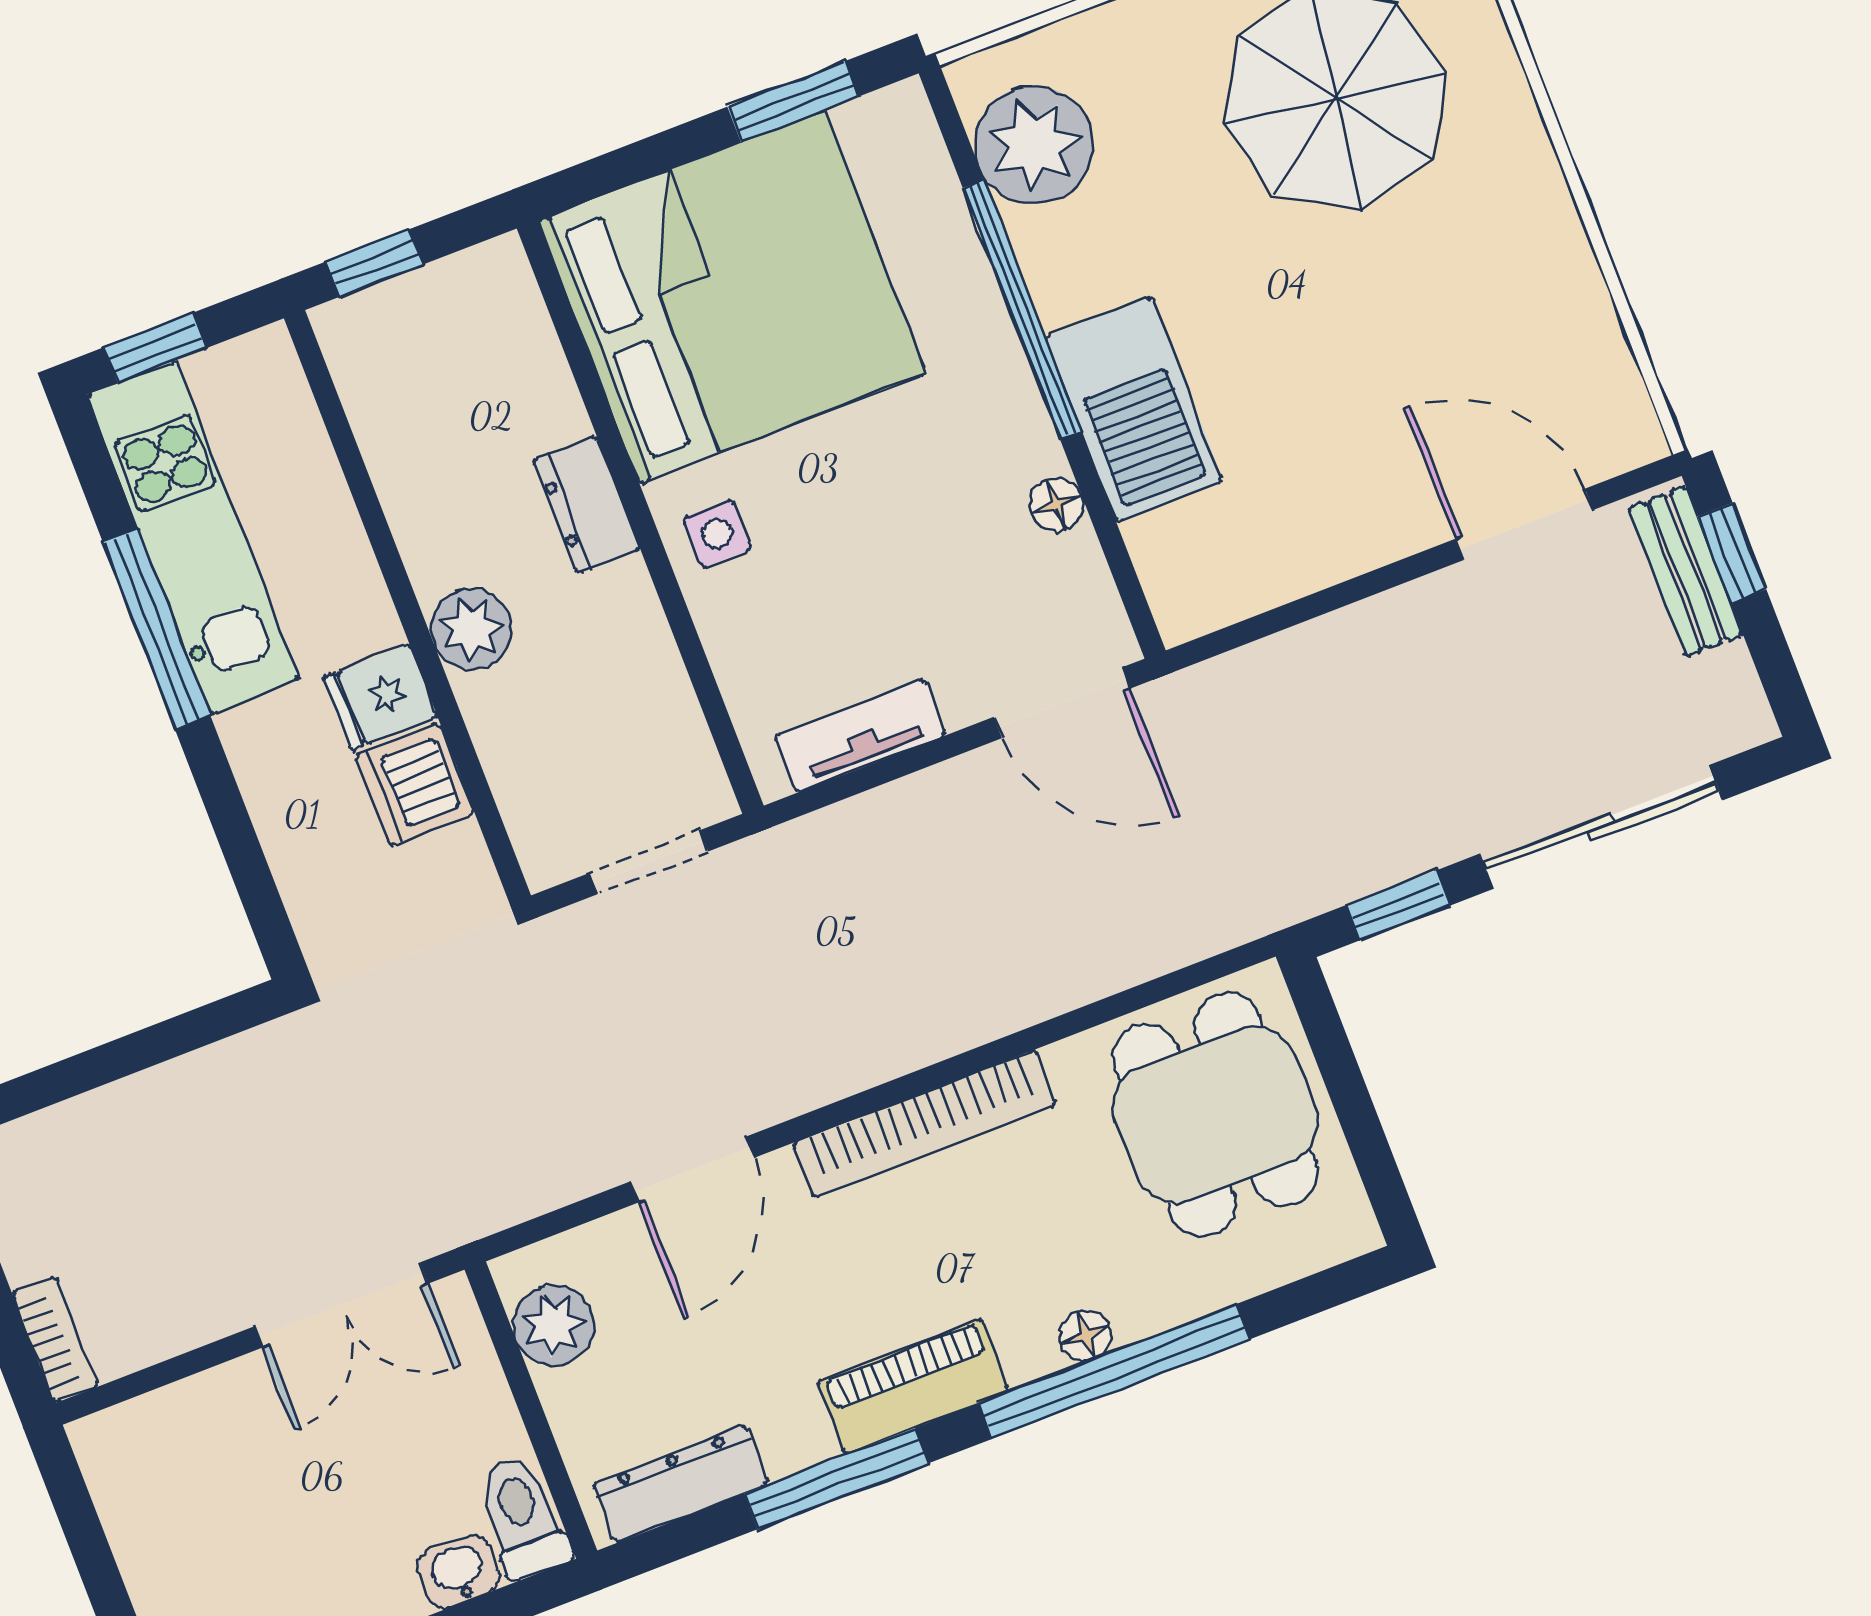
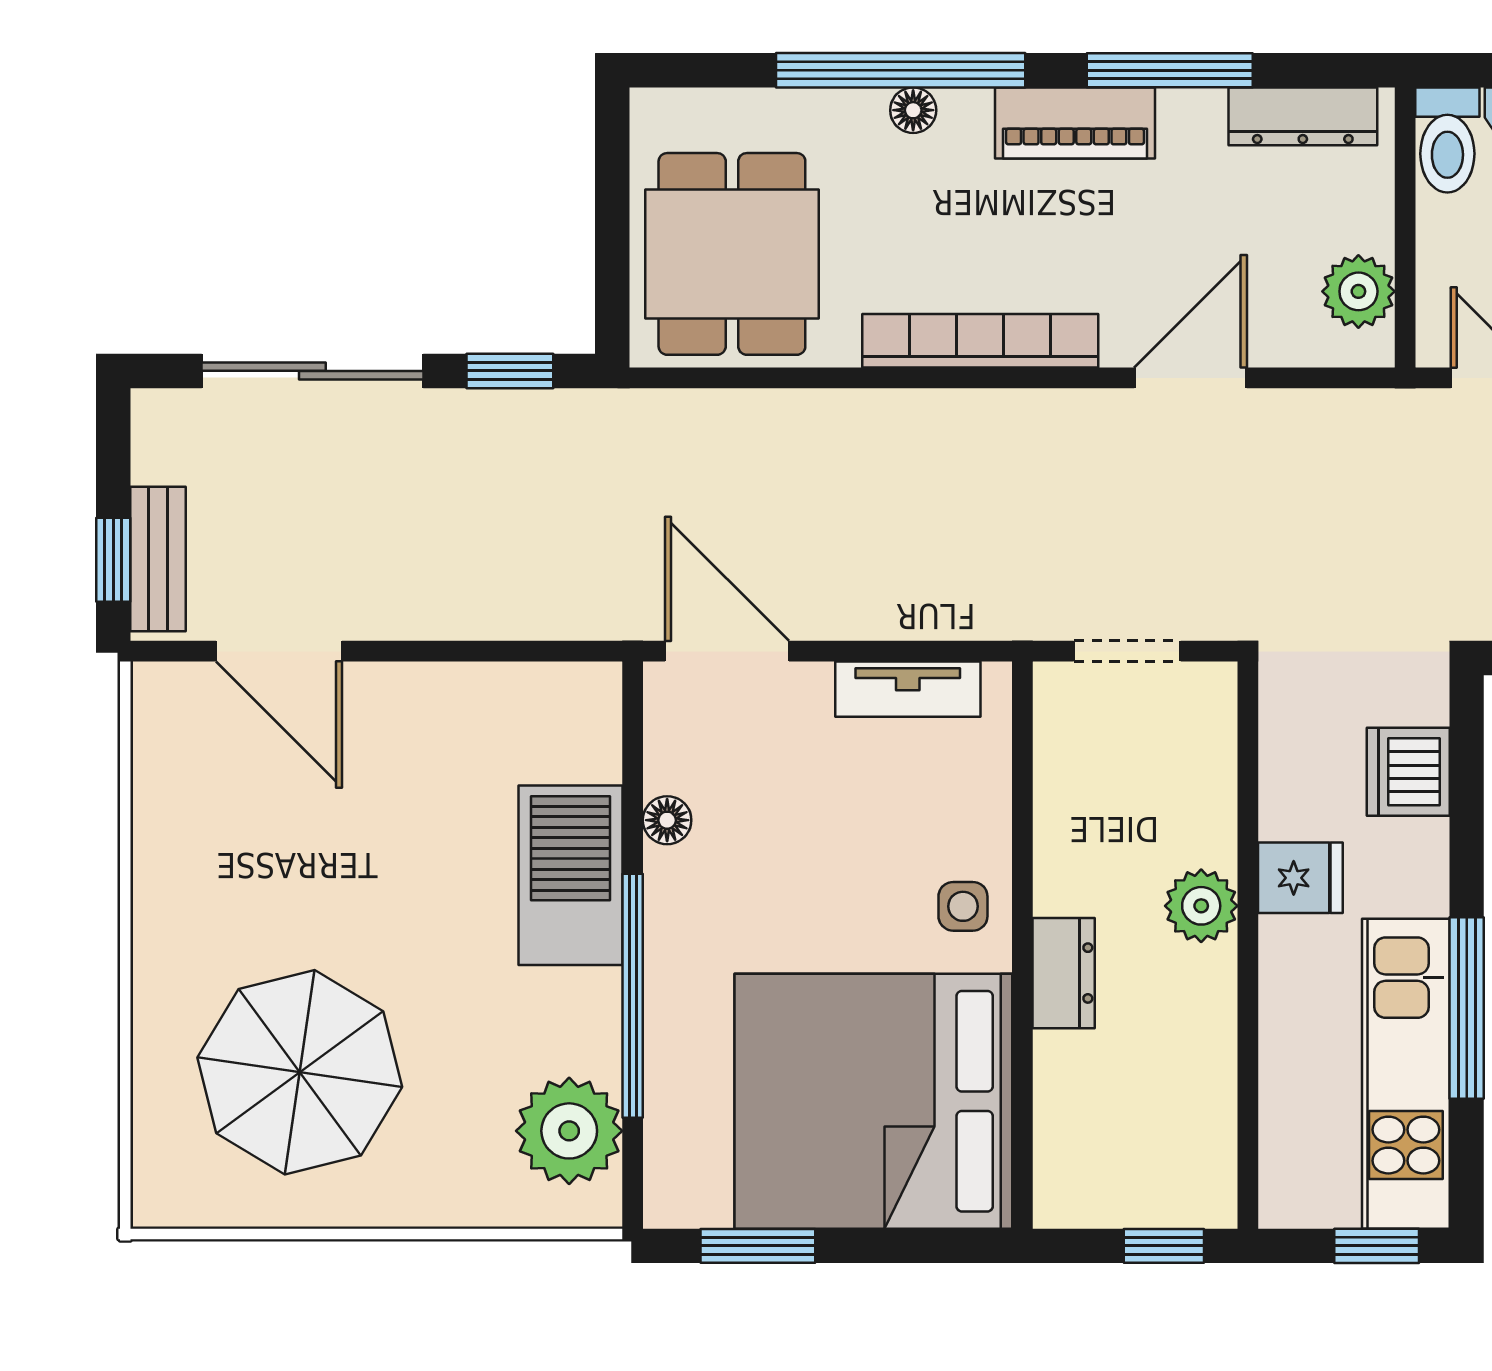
dishwasher: (415, 785) -> (1408, 772), moved, turned 180

